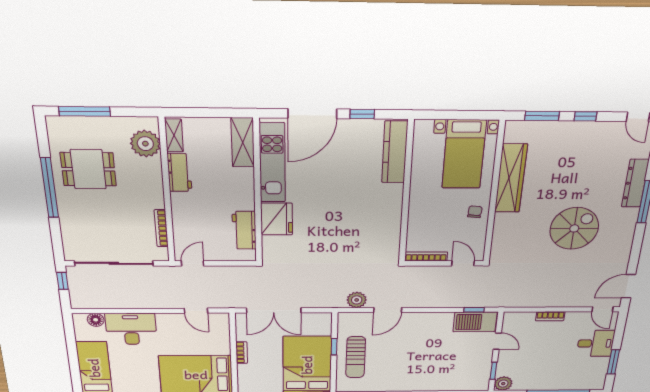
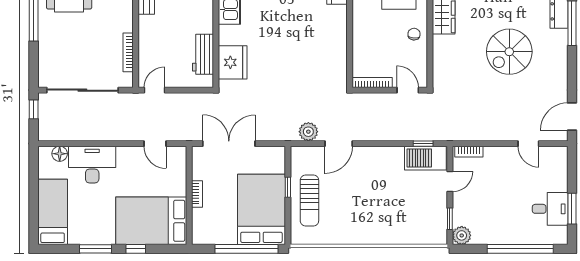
fridge: (277, 219) -> (233, 62), moved
spiral stairs: (574, 228) -> (509, 52), turned 180
door: (602, 309) -> (528, 144), moved
double door: (274, 310) -> (229, 144), swing flipped
bookcase: (550, 316) -> (469, 152), moved
door: (497, 341) -> (450, 182), hinge flipped
desk: (596, 343) -> (550, 209), moved

